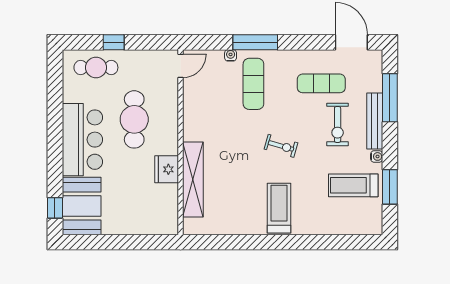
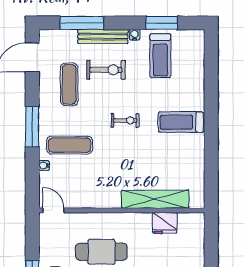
window: (255, 42) -> (32, 127), moved
exercise bike: (281, 146) -> (125, 120), turned 74
fridge: (167, 169) -> (165, 223), moved

